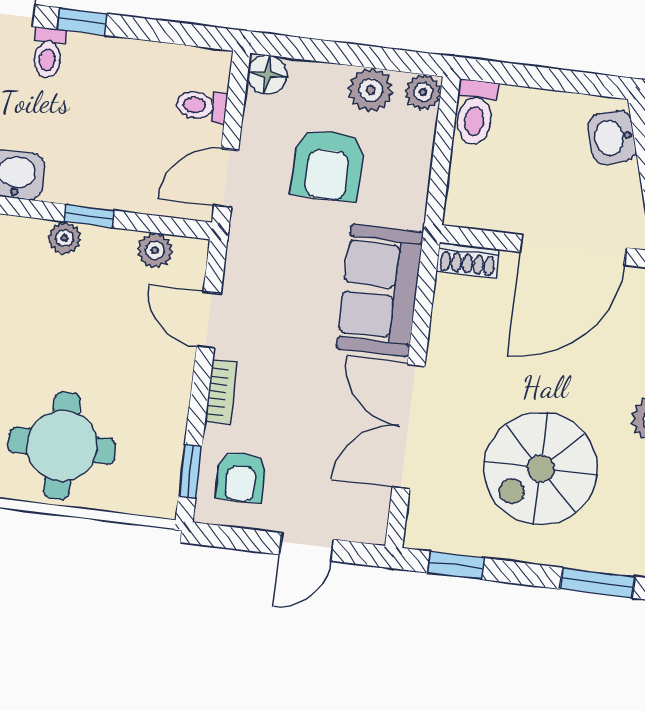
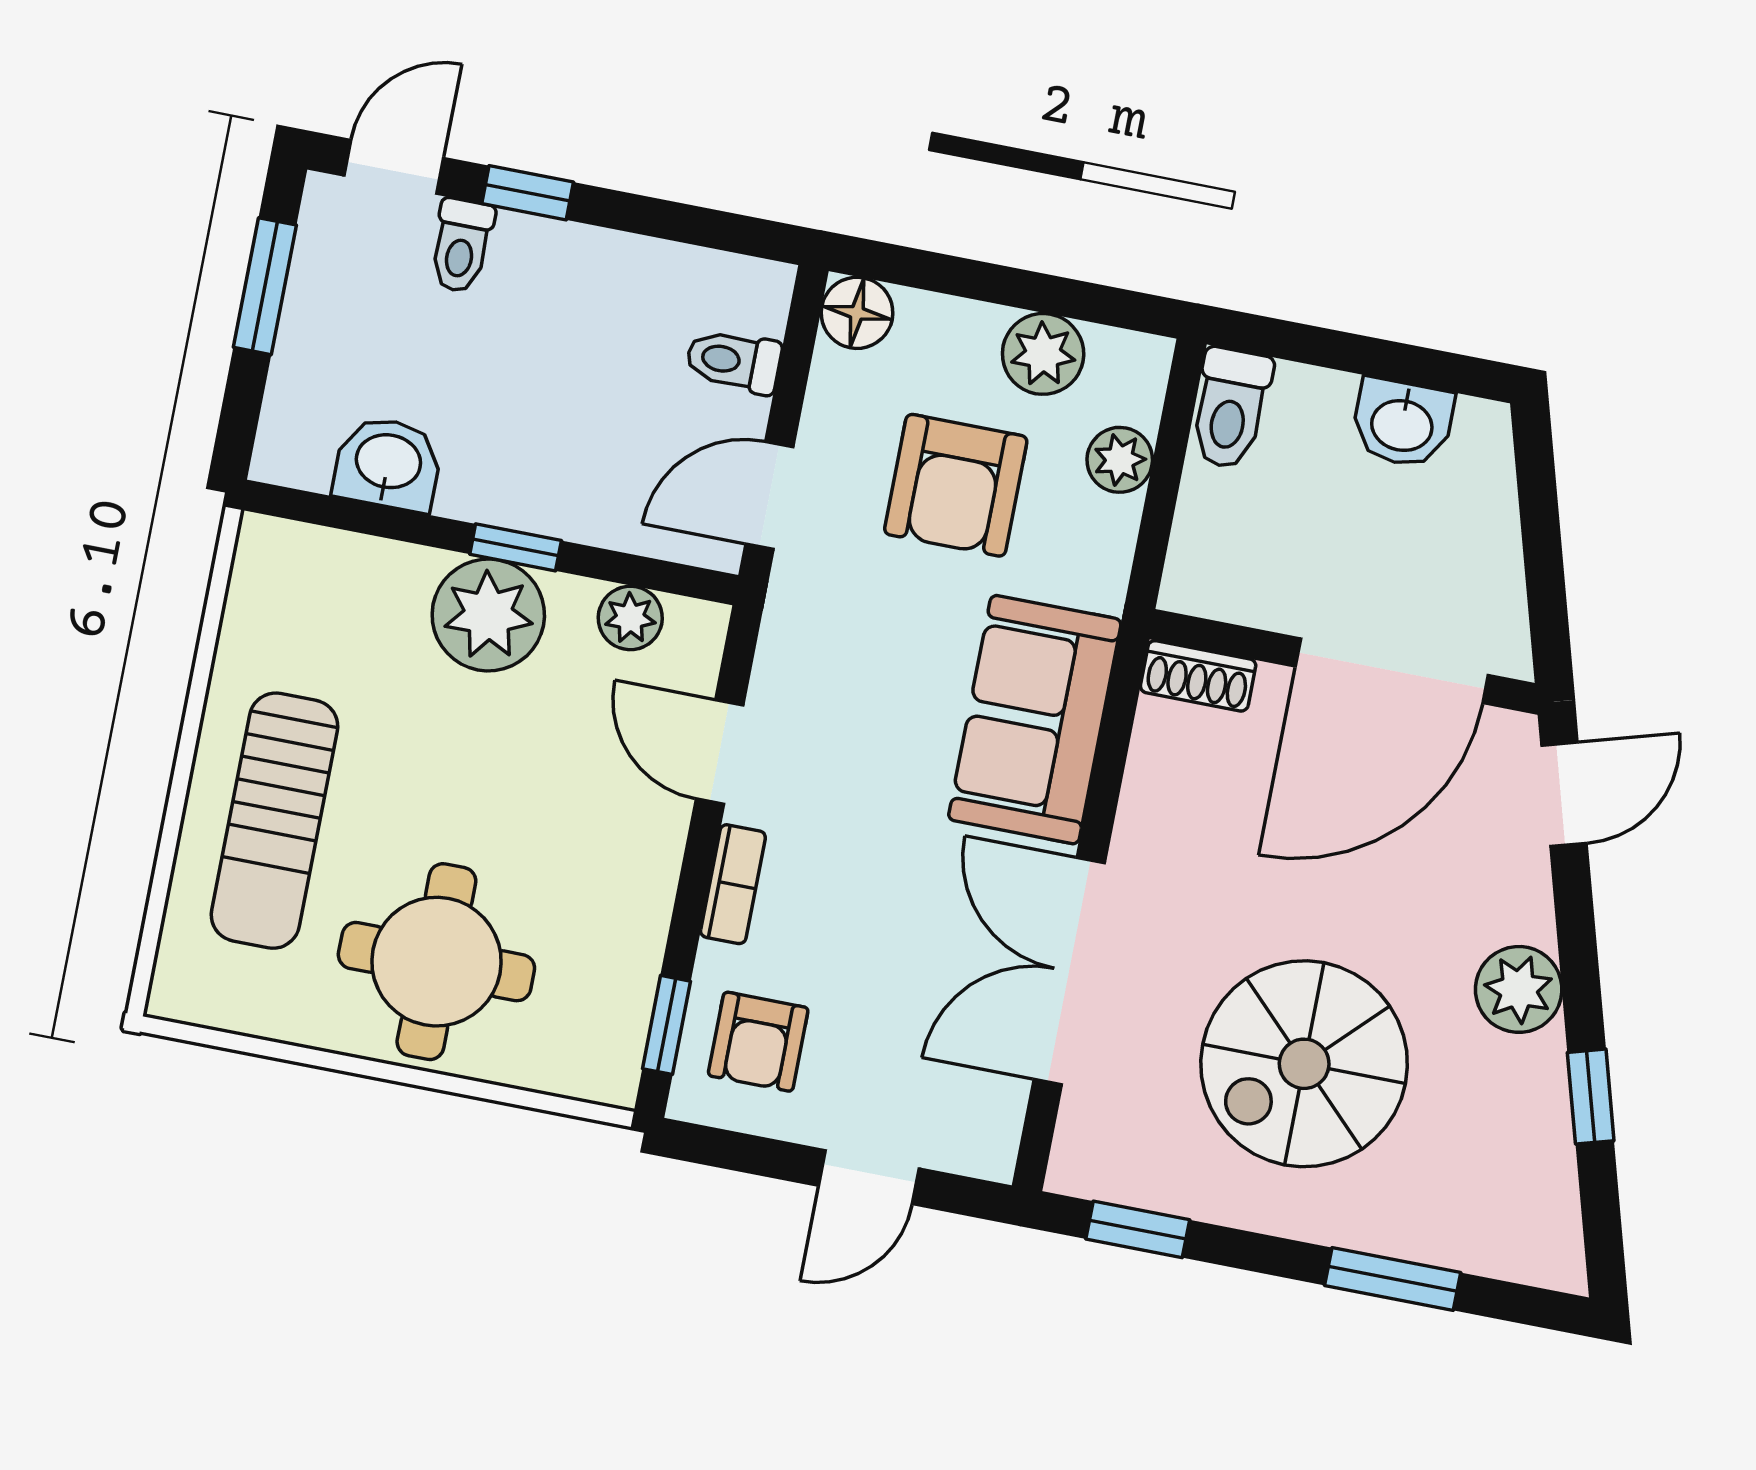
plant: (423, 92) -> (1120, 460), moved
washbasin: (612, 137) -> (1402, 423), moved, turned -74
plant: (64, 238) -> (488, 615), width x1.87, depth x1.87

